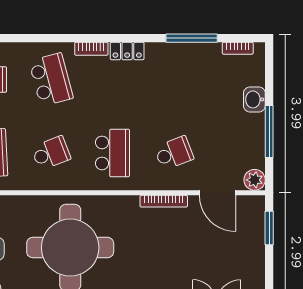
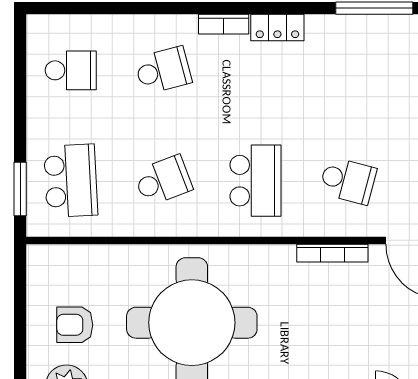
school desk: (51, 80) -> (163, 70), width x0.54
school desk: (174, 153) -> (348, 181), turned 36

